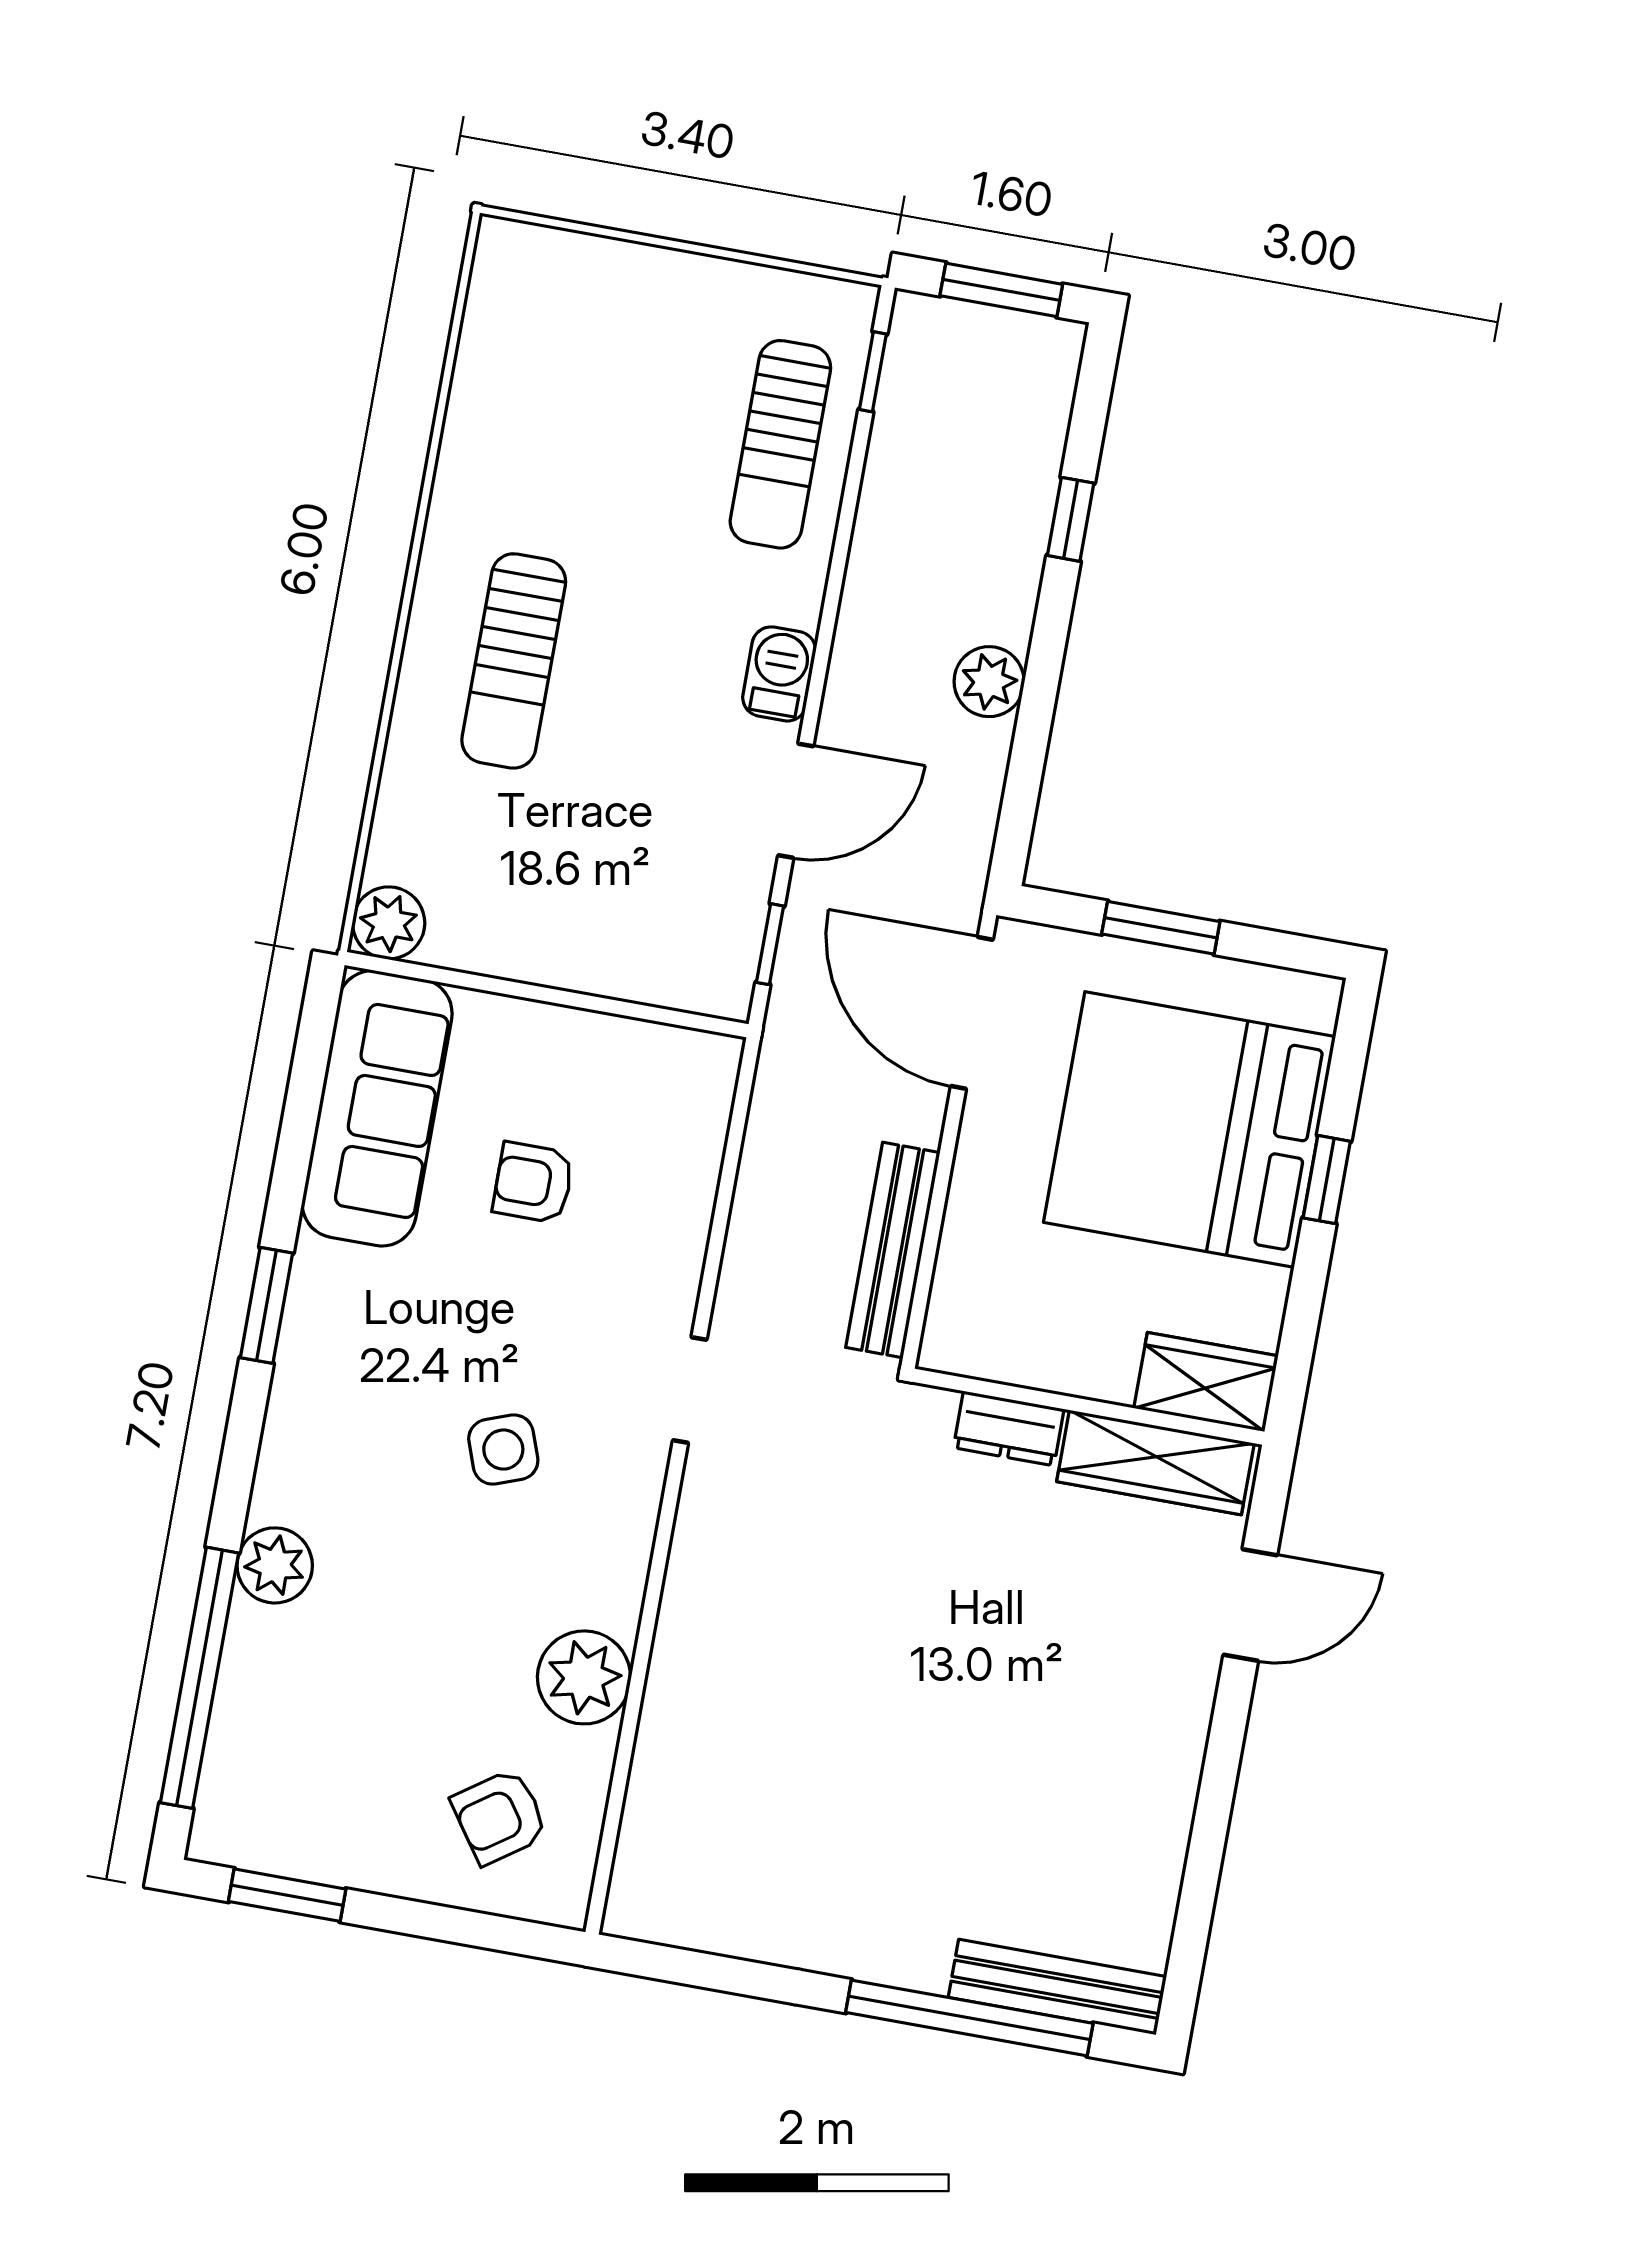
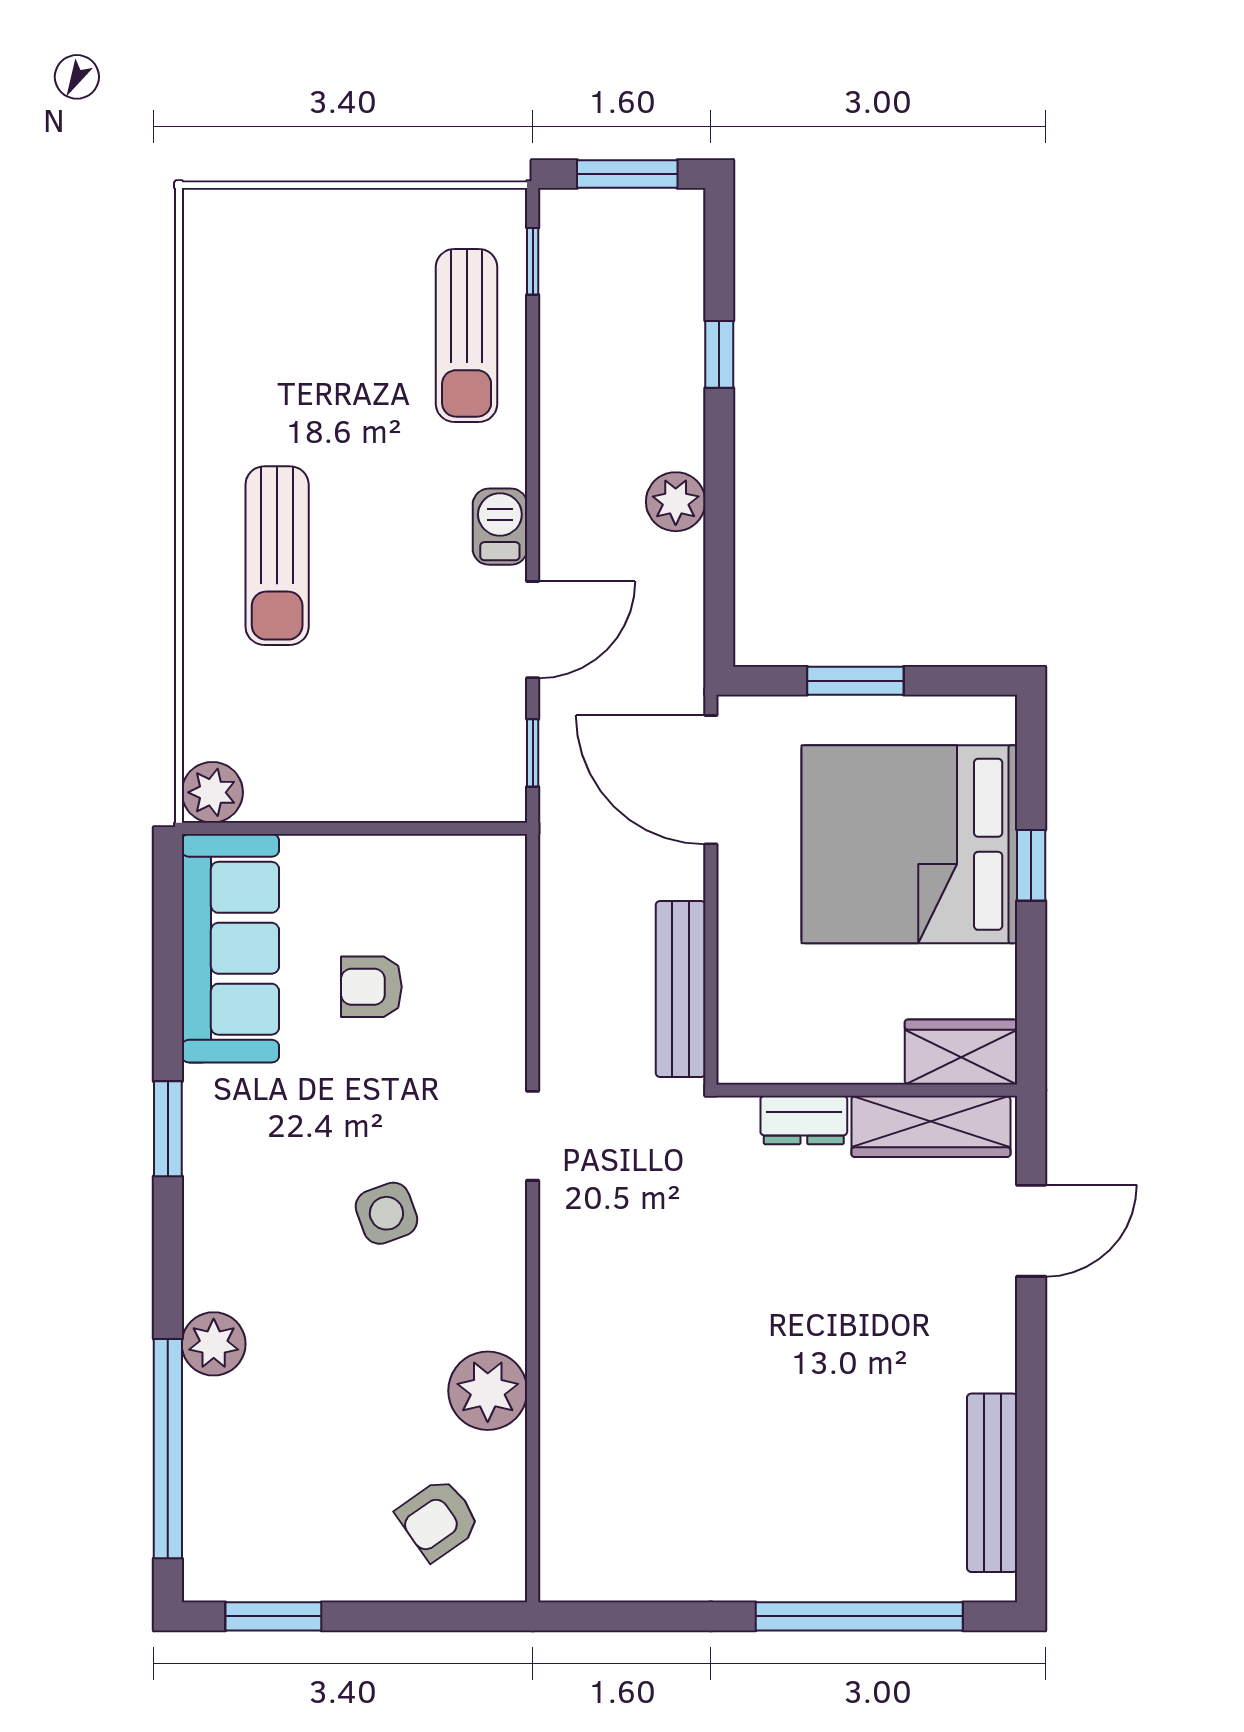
bench: (1057, 1987) -> (992, 1483), moved, turned 90

